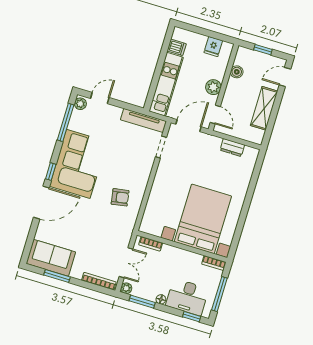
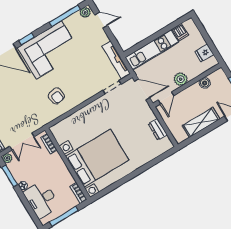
window: (192, 317) -> (33, 215), removed

